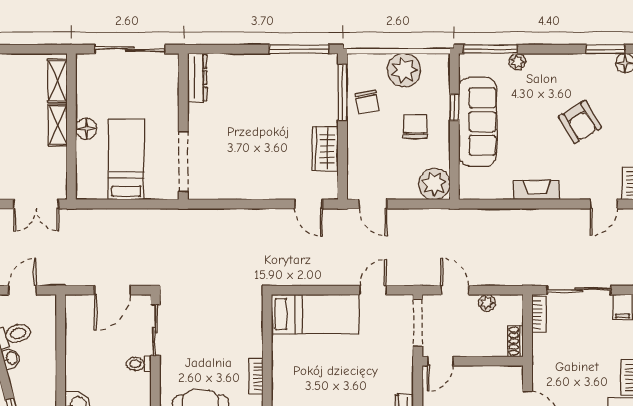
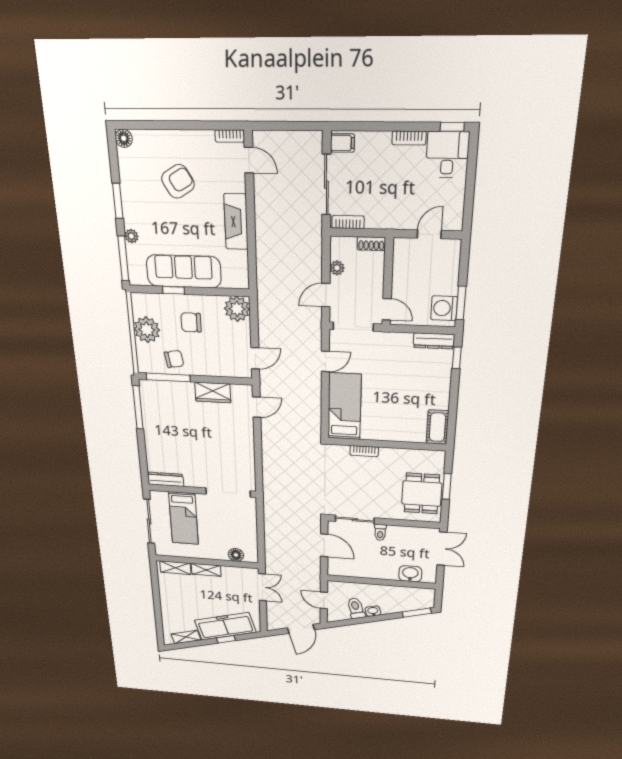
window: (606, 49) -> (118, 201), moved
floor lamp: (86, 129) -> (236, 555), moved
bed: (126, 160) -> (183, 518), moved, turned -90
fireplace: (537, 190) -> (236, 222), width x1.37, depth x1.32
door: (373, 290) -> (325, 361), swing flipped
bookcase: (256, 377) -> (364, 451), moved

